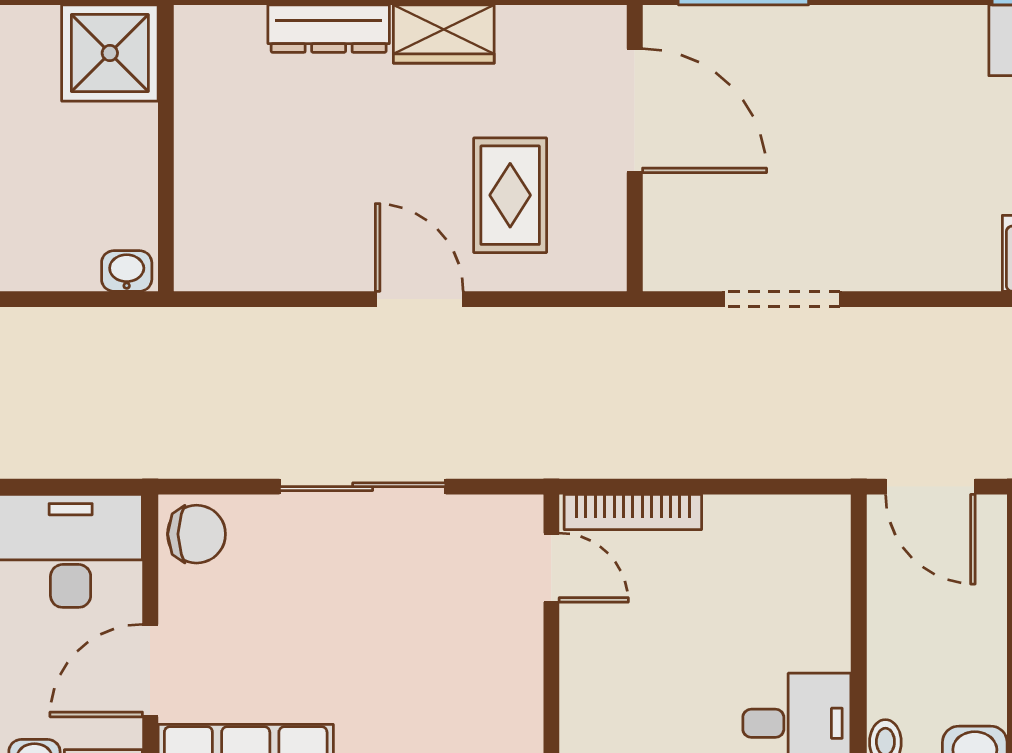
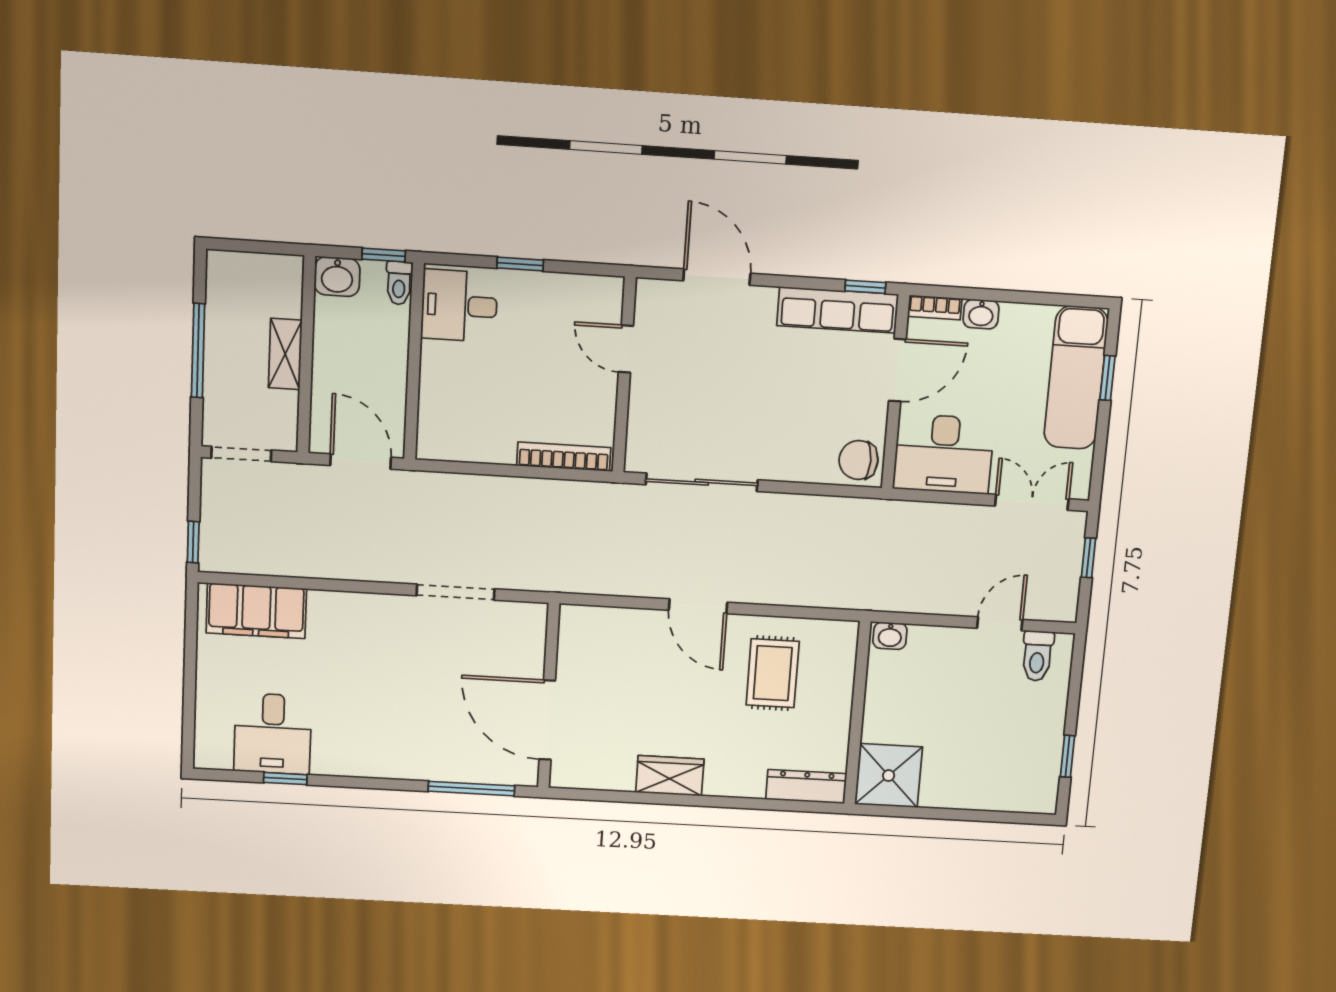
dresser: (329, 29) -> (806, 787), moved
rug: (510, 195) -> (773, 673), moved
sliding door: (363, 487) -> (702, 482), moved
door: (551, 568) -> (626, 349), moved

